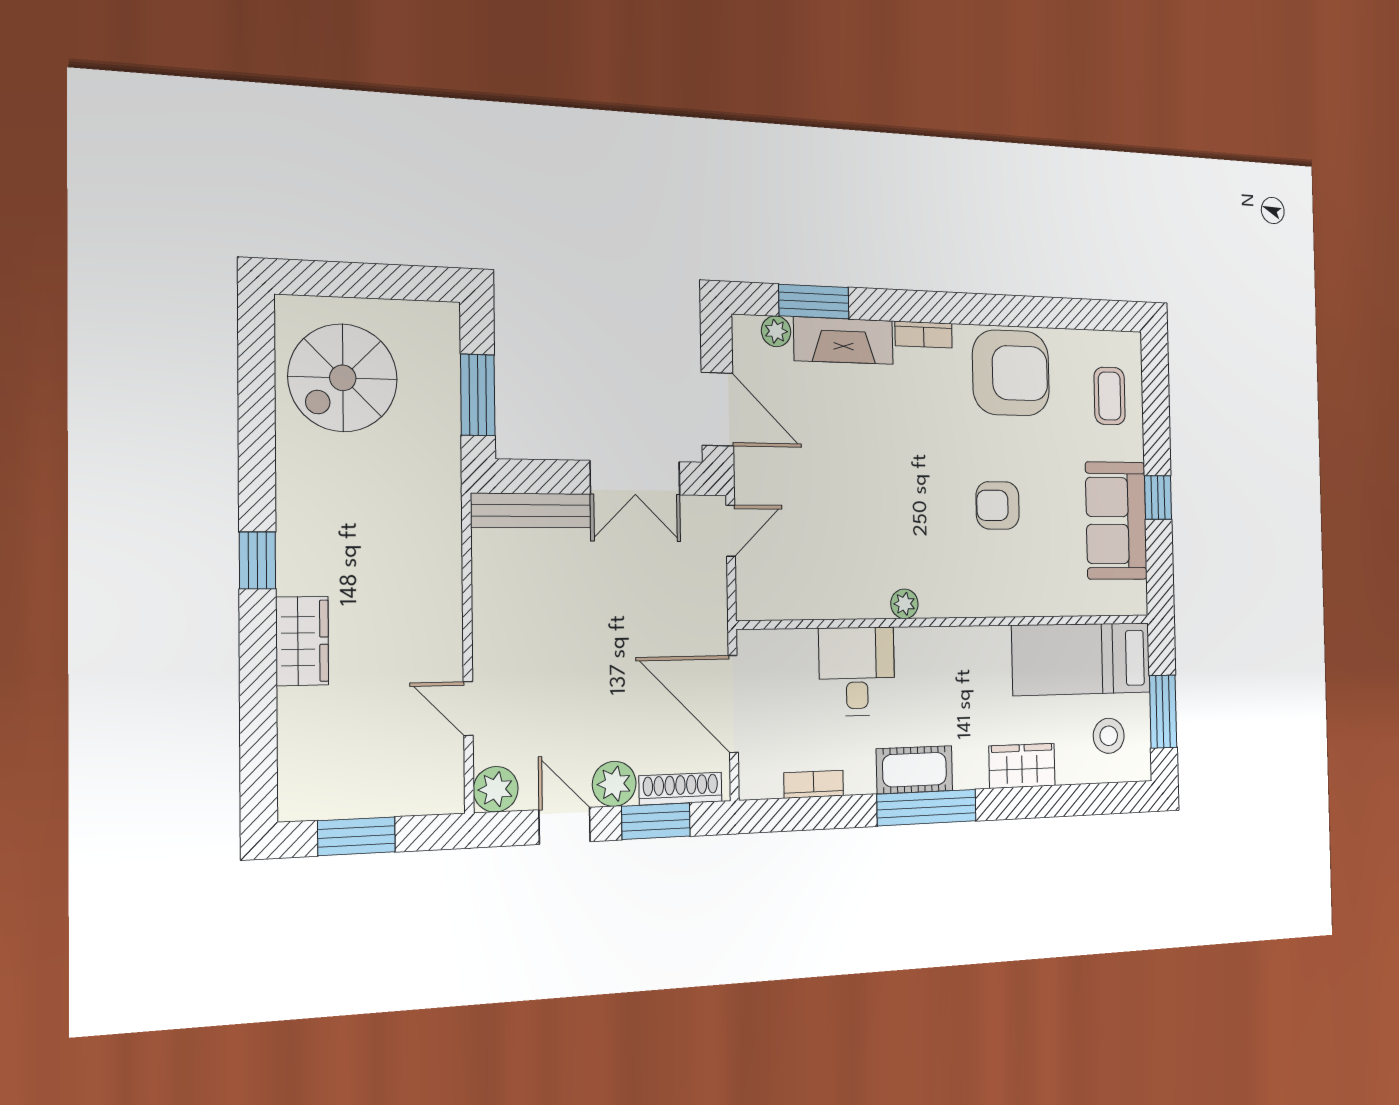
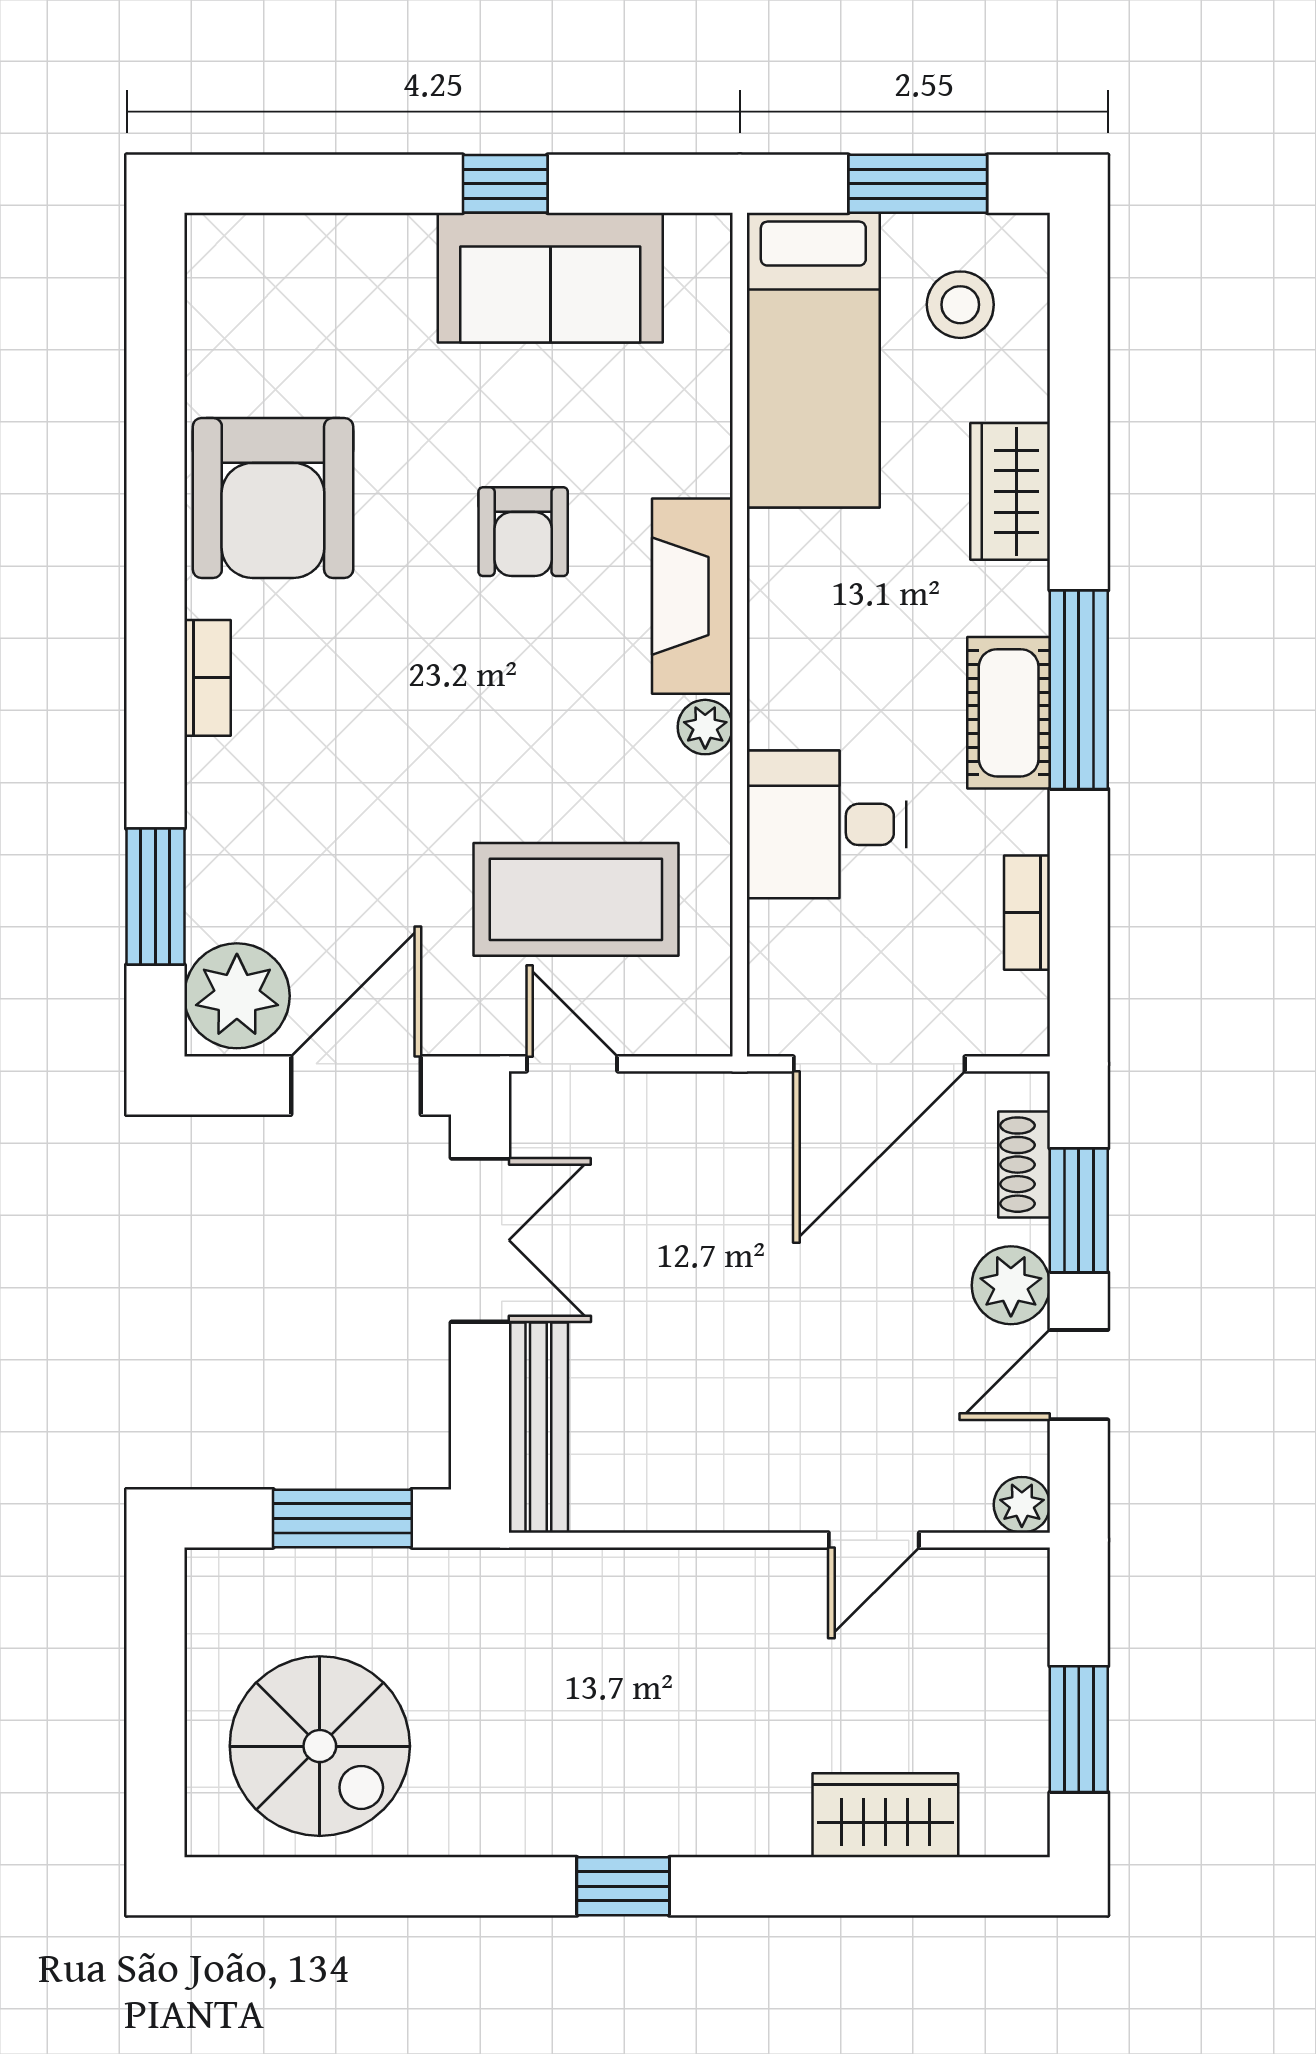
plant: (776, 331) -> (237, 996), width x1.88, depth x1.88
fireplace: (843, 341) -> (692, 596), moved, turned 180
armchair: (1011, 373) -> (273, 498), turned 180
coffee table: (1110, 396) -> (576, 899), moved, width x1.86, depth x1.72
wardrobe: (302, 641) -> (885, 1815), moved
plant: (496, 789) -> (1022, 1505), width x0.73, depth x0.73
shoe rack: (681, 789) -> (1024, 1165), width x0.70

